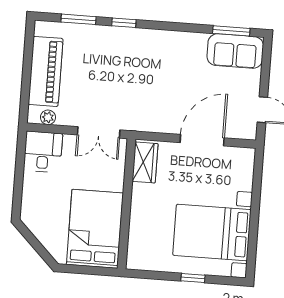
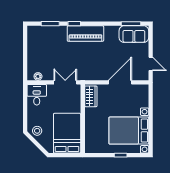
piano: (46, 71) -> (85, 34), moved, turned 90
double door: (99, 132) -> (65, 82), swing flipped
stool: (39, 220) -> (37, 131), added

